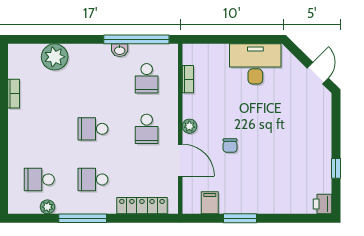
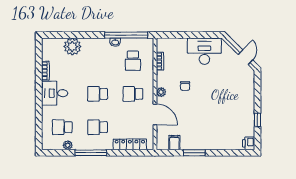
desk: (28, 128) -> (55, 93), added
school desk: (147, 129) -> (133, 94), turned 90
chair: (230, 145) -> (185, 86), moved

